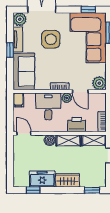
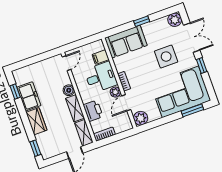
window: (88, 10) -> (202, 66), moved
tv unit: (18, 39) -> (155, 25), removed
filing cabinet: (18, 100) -> (101, 57), moved

